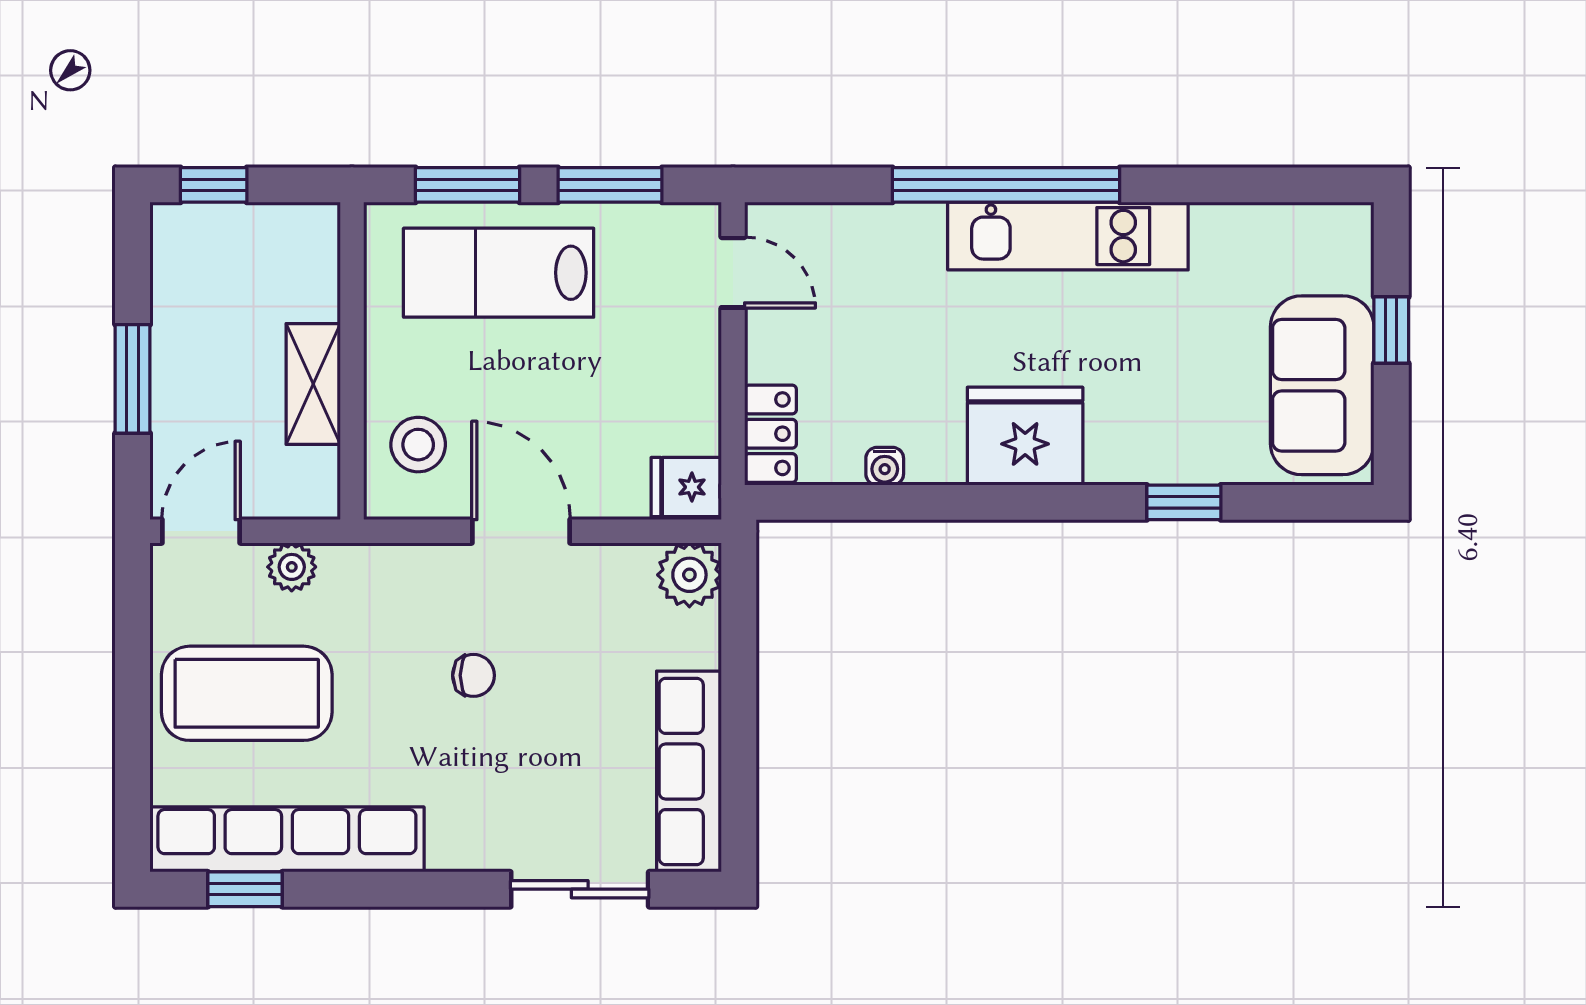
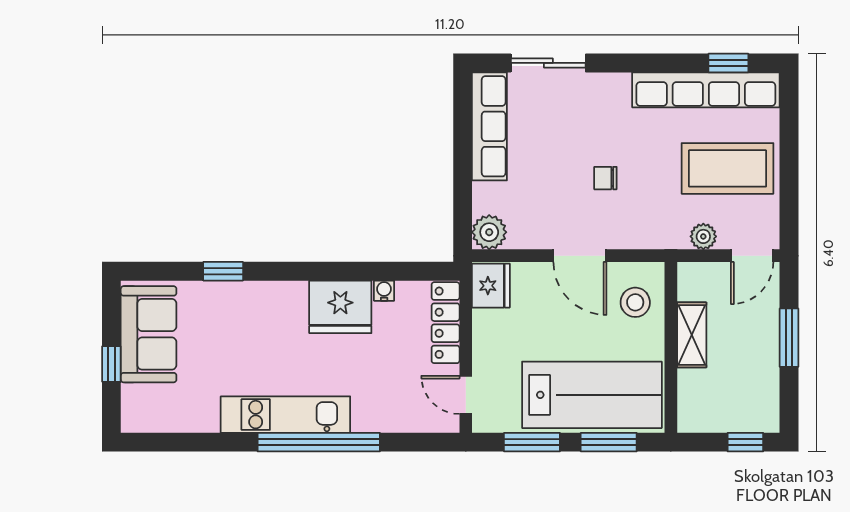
lab bench: (499, 273) -> (592, 395), width x1.36, depth x1.39
locker: (771, 434) -> (446, 323), width x1.53
fridge: (1025, 436) -> (340, 307), moved
fridge: (686, 487) -> (491, 286), width x1.38

